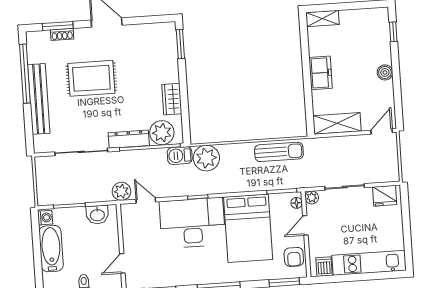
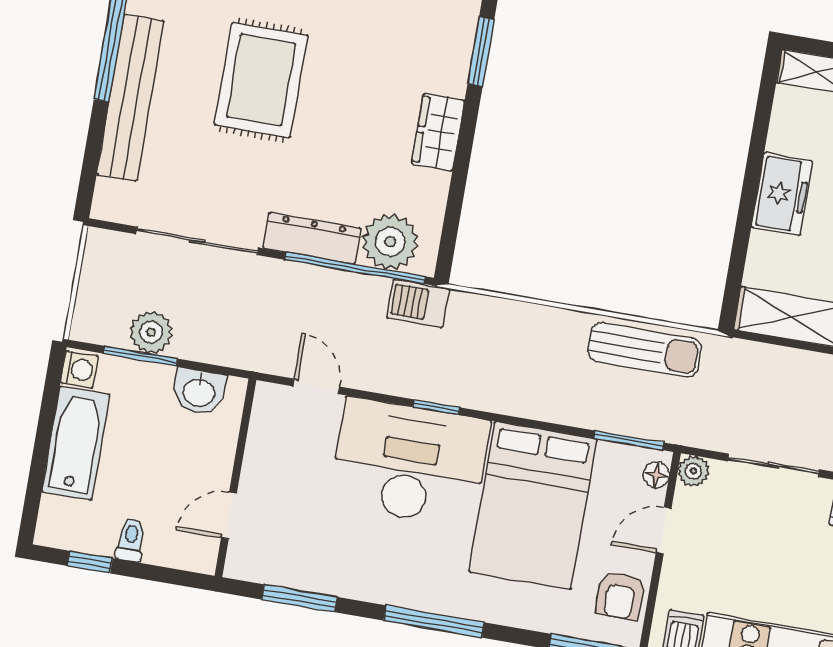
rug: (91, 78) -> (261, 80), turned 90
wardrobe: (172, 99) -> (438, 132), moved
plant: (206, 158) -> (477, 324), removed
plant: (121, 191) -> (151, 332), moved

